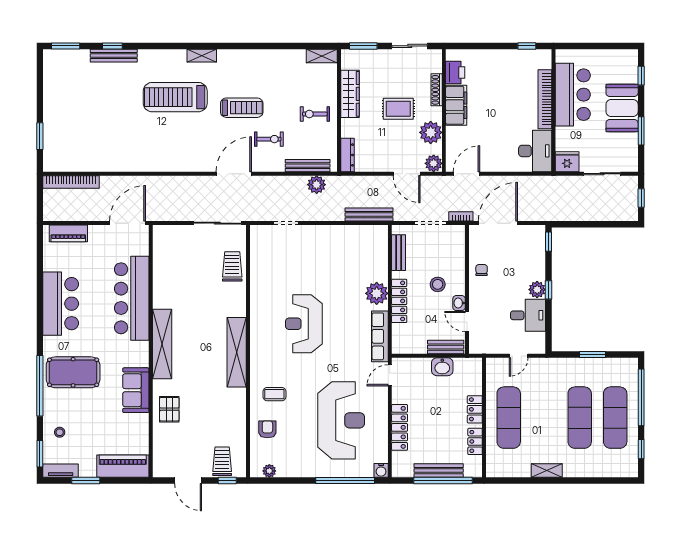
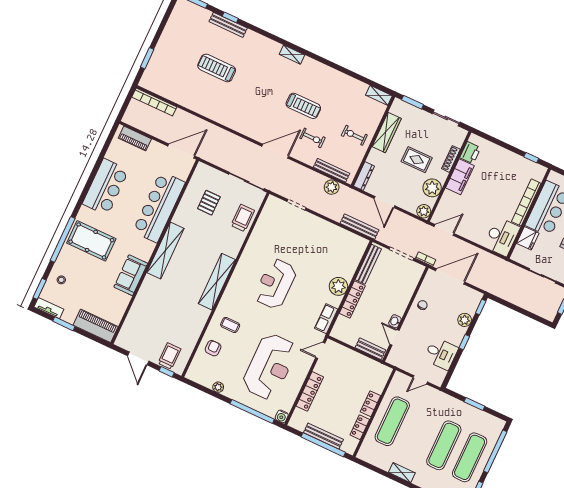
treadmill: (175, 97) -> (217, 68), moved, width x0.73, depth x0.73
fridge: (567, 162) -> (528, 238), moved, turned 90
door: (407, 174) -> (384, 202), moved
bench: (399, 253) -> (368, 264), width x1.36
stool: (438, 284) -> (386, 301), removed
plant: (537, 290) -> (465, 320), moved
row of seats: (380, 336) -> (326, 319), width x0.68
washbasin: (442, 367) -> (361, 362), removed
pallet: (169, 409) -> (209, 203), moved
plant: (269, 471) -> (218, 387), moved

